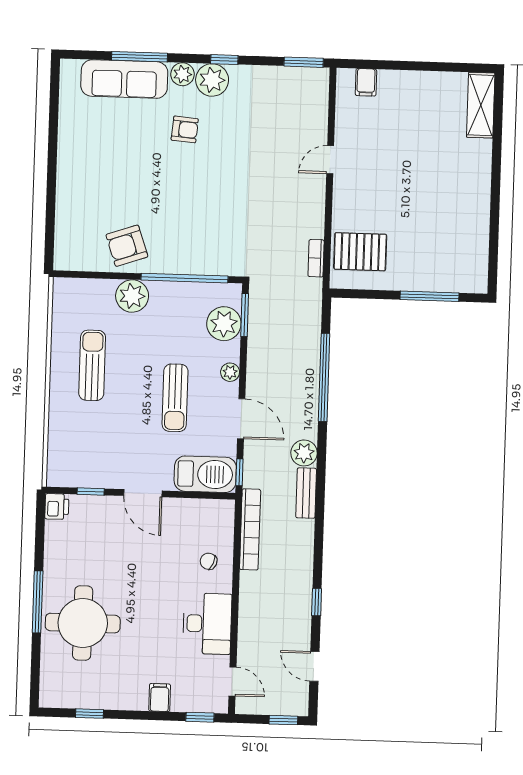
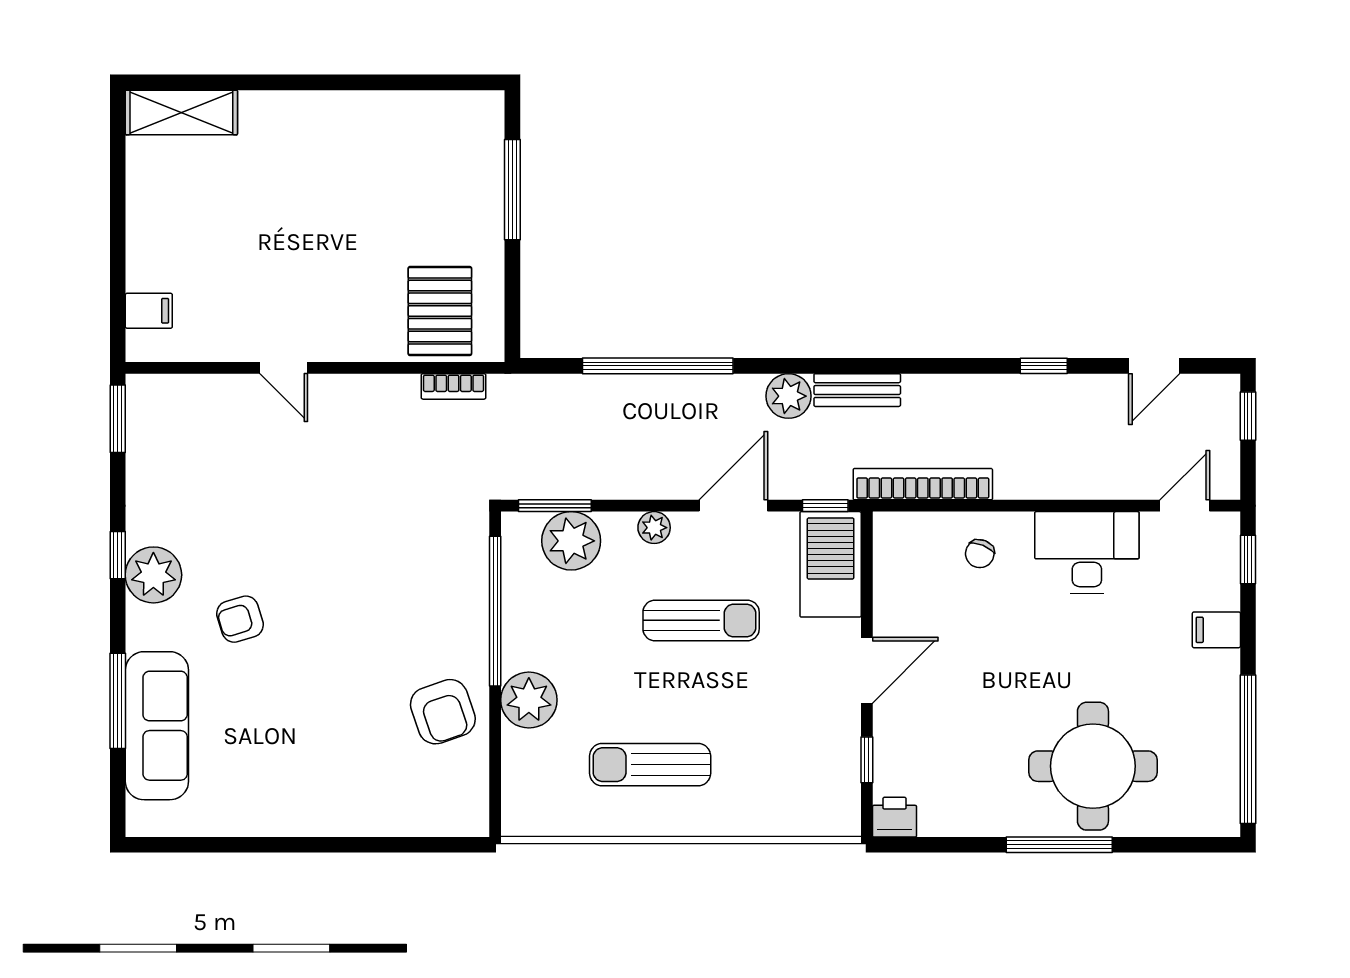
plant: (182, 74) -> (145, 626), removed
armchair: (185, 129) -> (240, 619), turned -112
window: (89, 714) -> (1248, 749), width x3.17

